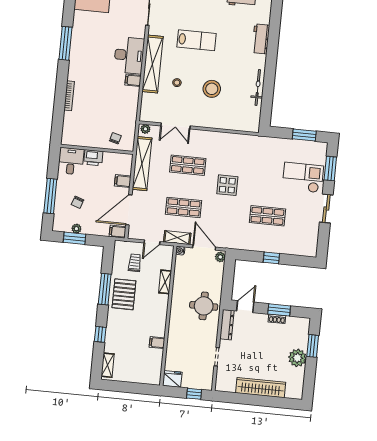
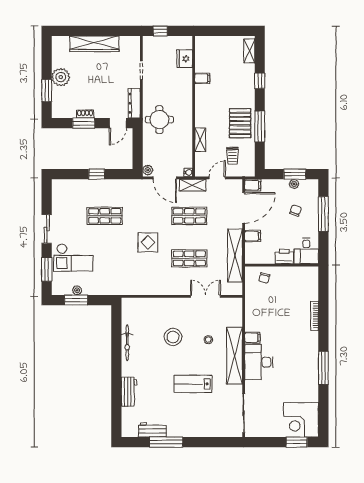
plant: (145, 129) -> (77, 290), moved
fridge: (172, 379) -> (185, 59), moved, turned 90

